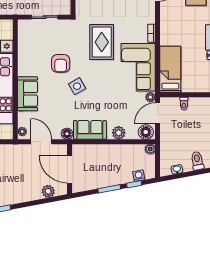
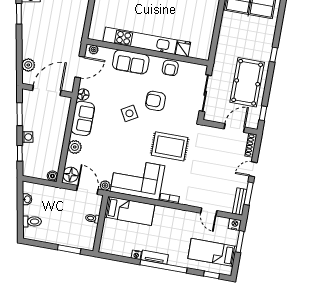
sliding door: (45, 17) -> (205, 93), width x1.37
armchair: (26, 55) -> (170, 68), added
washing machine: (139, 176) -> (27, 137), moved
window: (109, 189) -> (20, 114), moved

